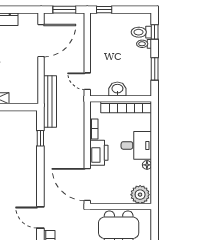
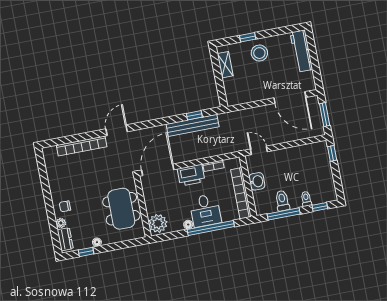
toilet: (141, 32) -> (282, 201), moved
window: (155, 69) -> (284, 214), width x1.44
door: (87, 81) -> (259, 150), hinge flipped
bench: (50, 101) -> (193, 125), moved
window: (155, 143) -> (211, 228), added

